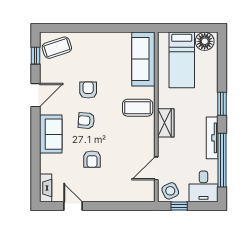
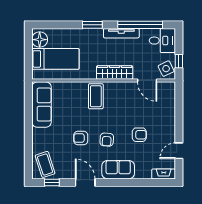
sofa: (143, 59) -> (42, 105), moved, turned -90
wardrobe: (166, 123) -> (115, 72), width x1.50

